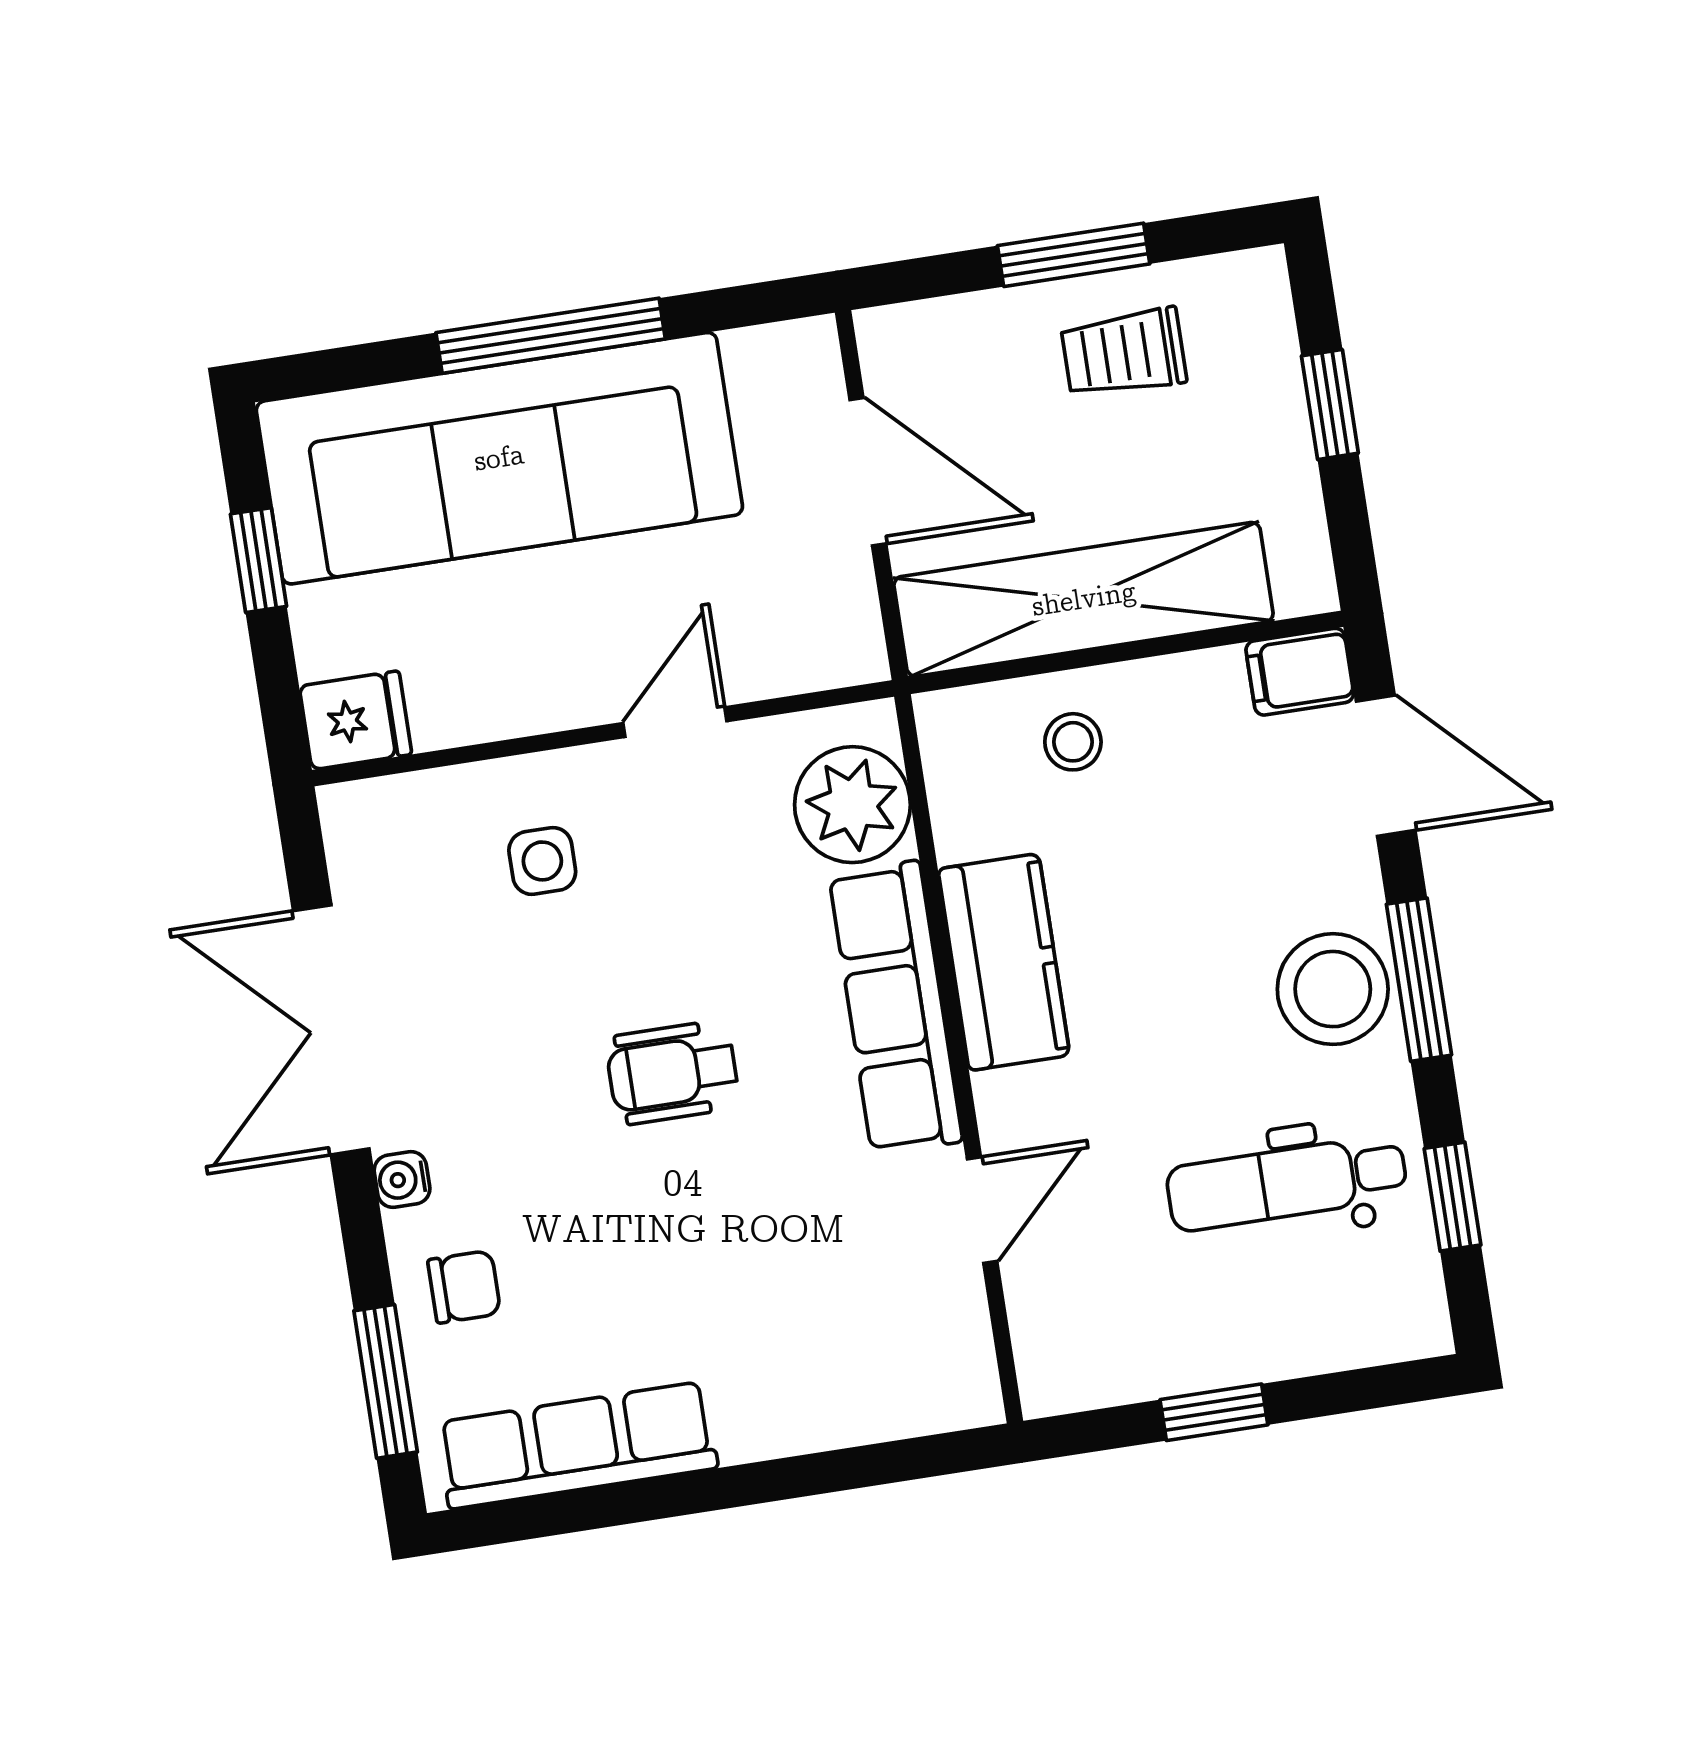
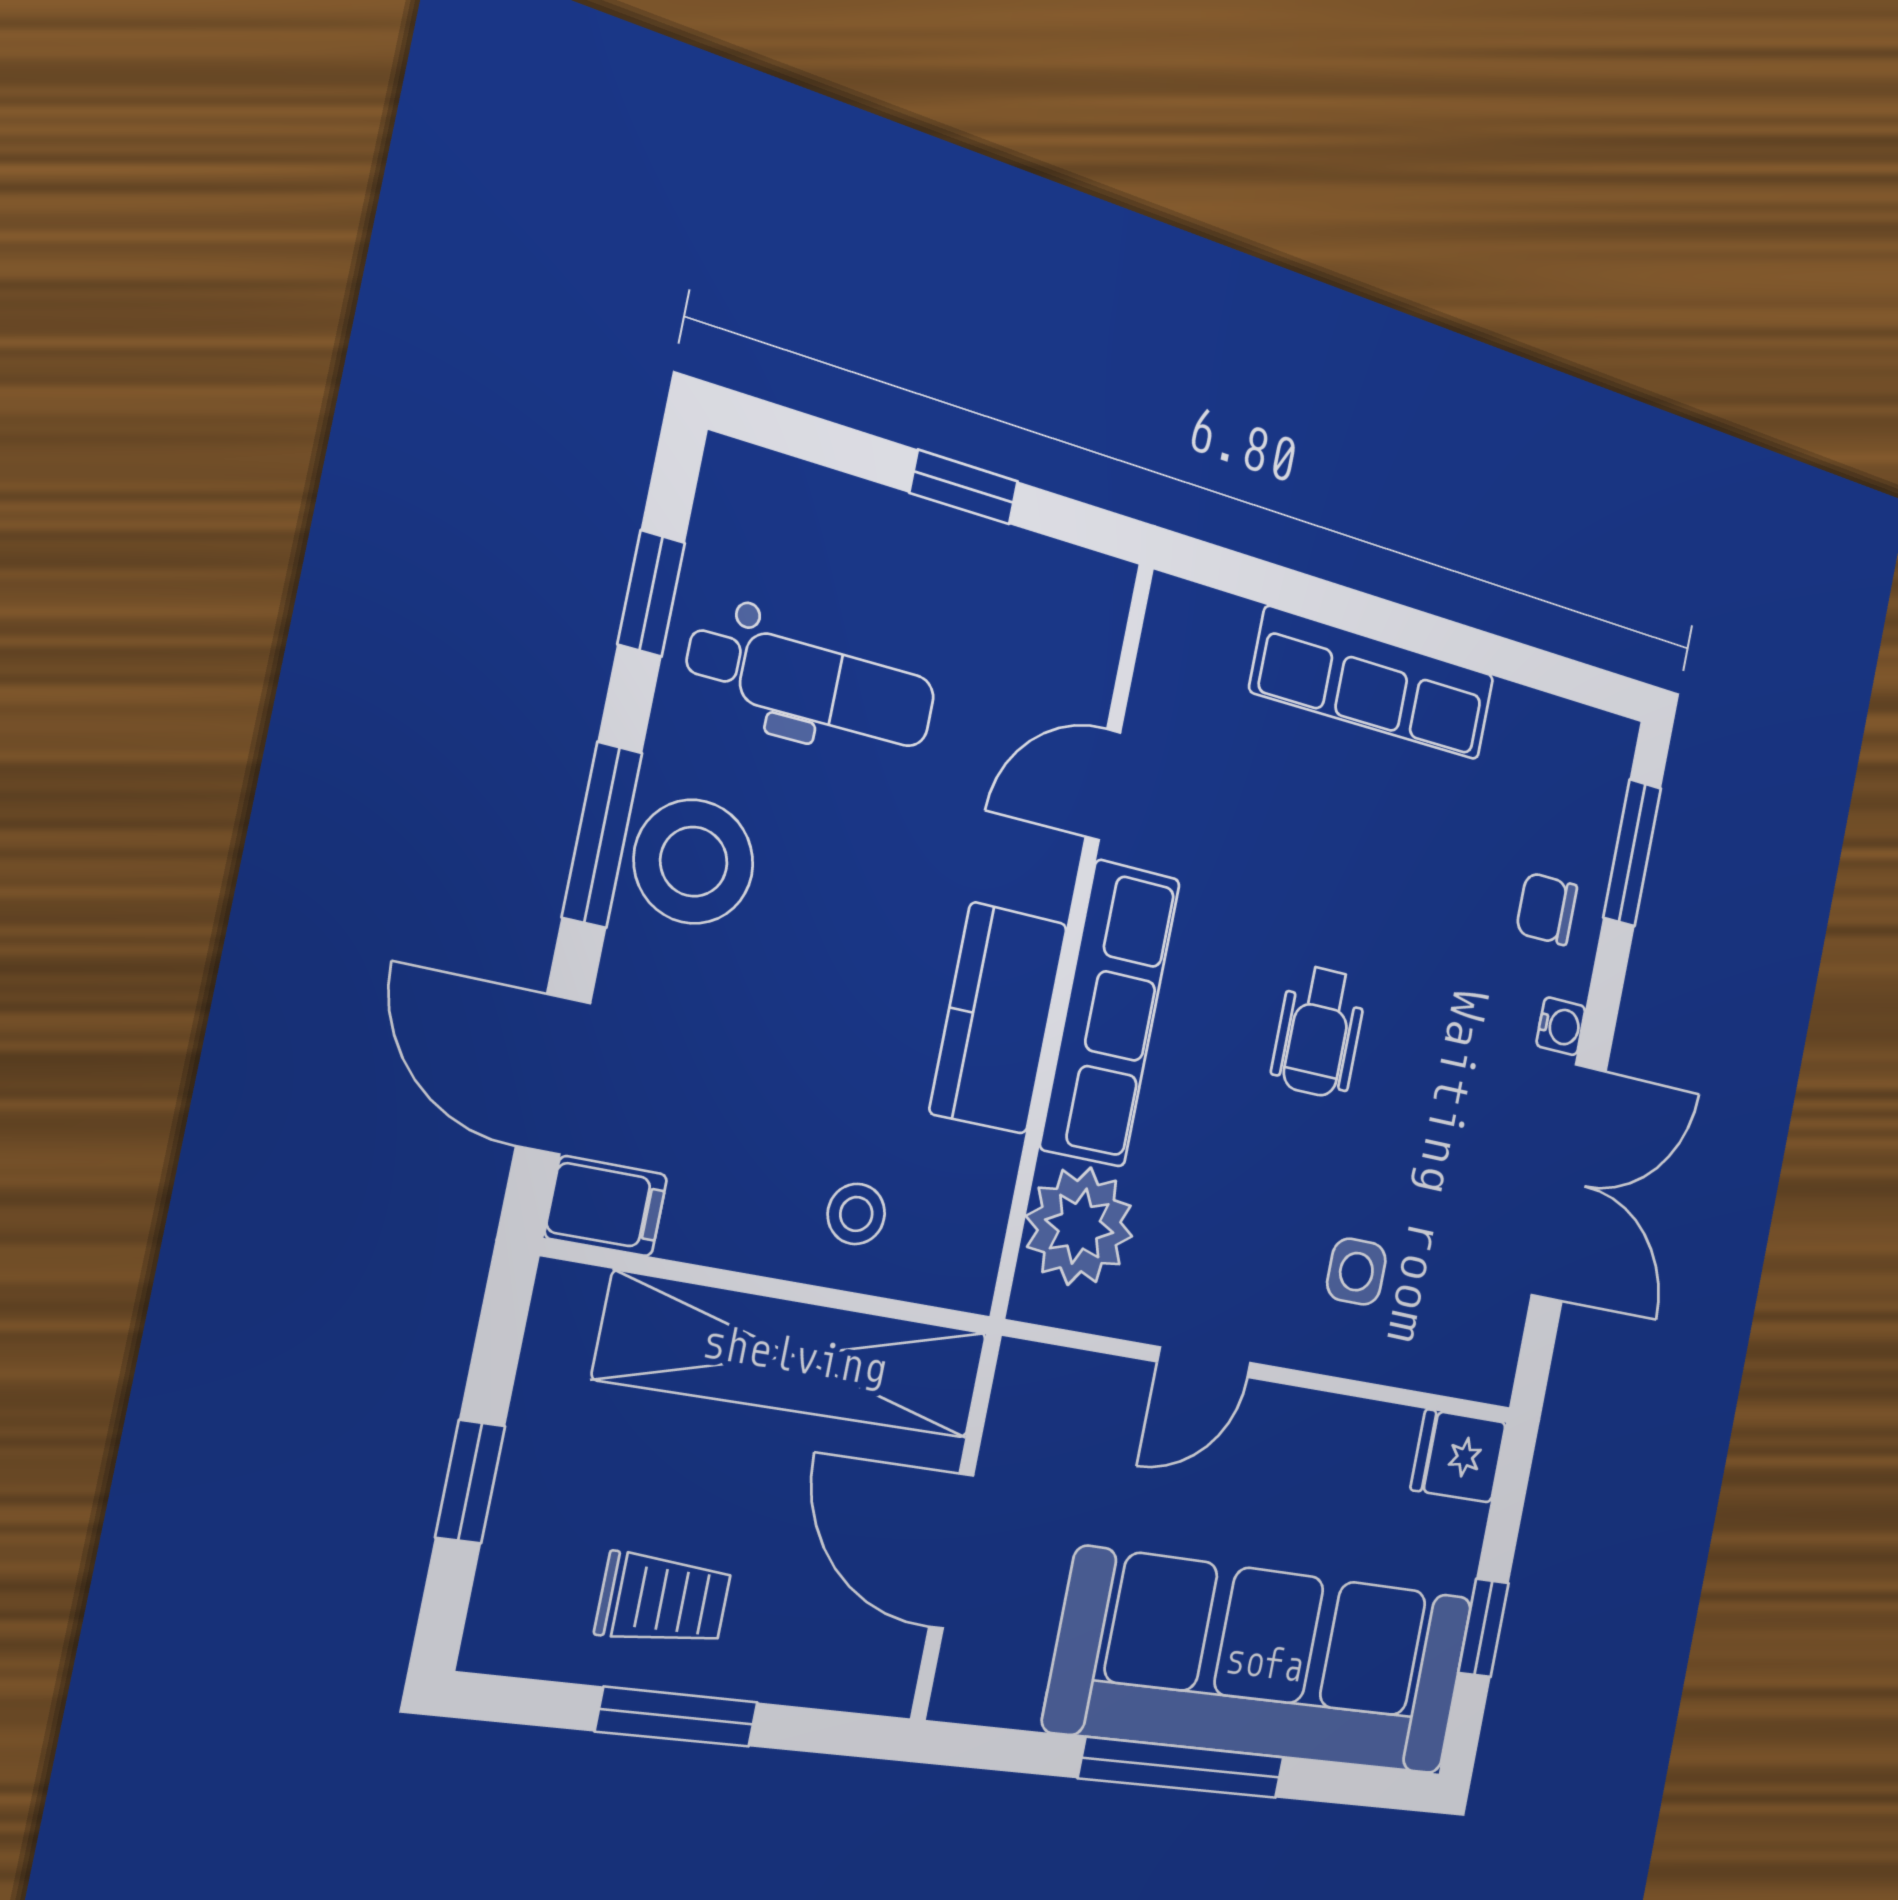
wheelchair: (672, 1073) -> (1319, 1032), turned 90
row of seats: (577, 1445) -> (1373, 684), moved

